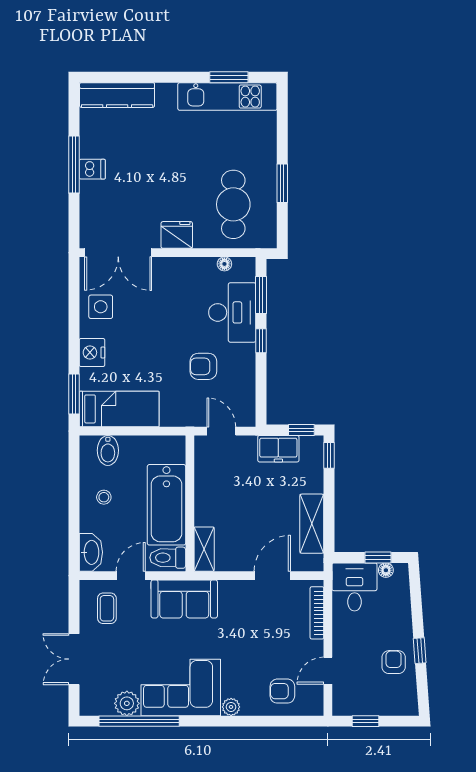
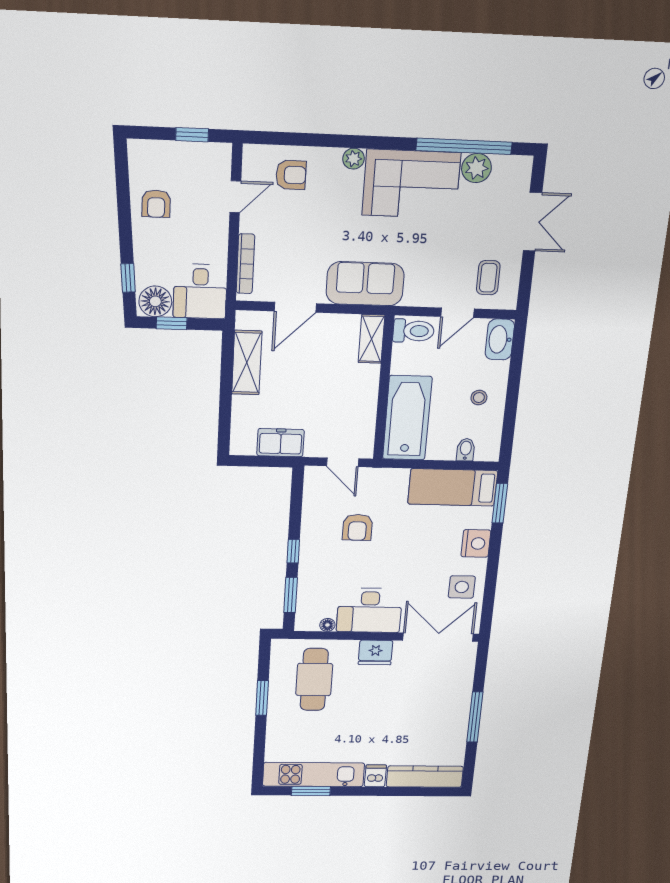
dishwasher: (92, 169) -> (375, 776), moved, turned 90
desk: (232, 312) -> (369, 610), moved, turned -90
armchair: (203, 366) -> (357, 527), turned 90
window: (301, 430) -> (254, 461), removed
bidet: (108, 450) -> (466, 450), width x0.72, depth x0.74
window: (329, 455) -> (224, 434), removed
bathtub: (166, 505) -> (407, 418), moved
floor lamp: (386, 570) -> (155, 301), width x1.89, depth x1.89
sofa: (184, 599) -> (365, 284), moved
window: (420, 651) -> (128, 278), moved

